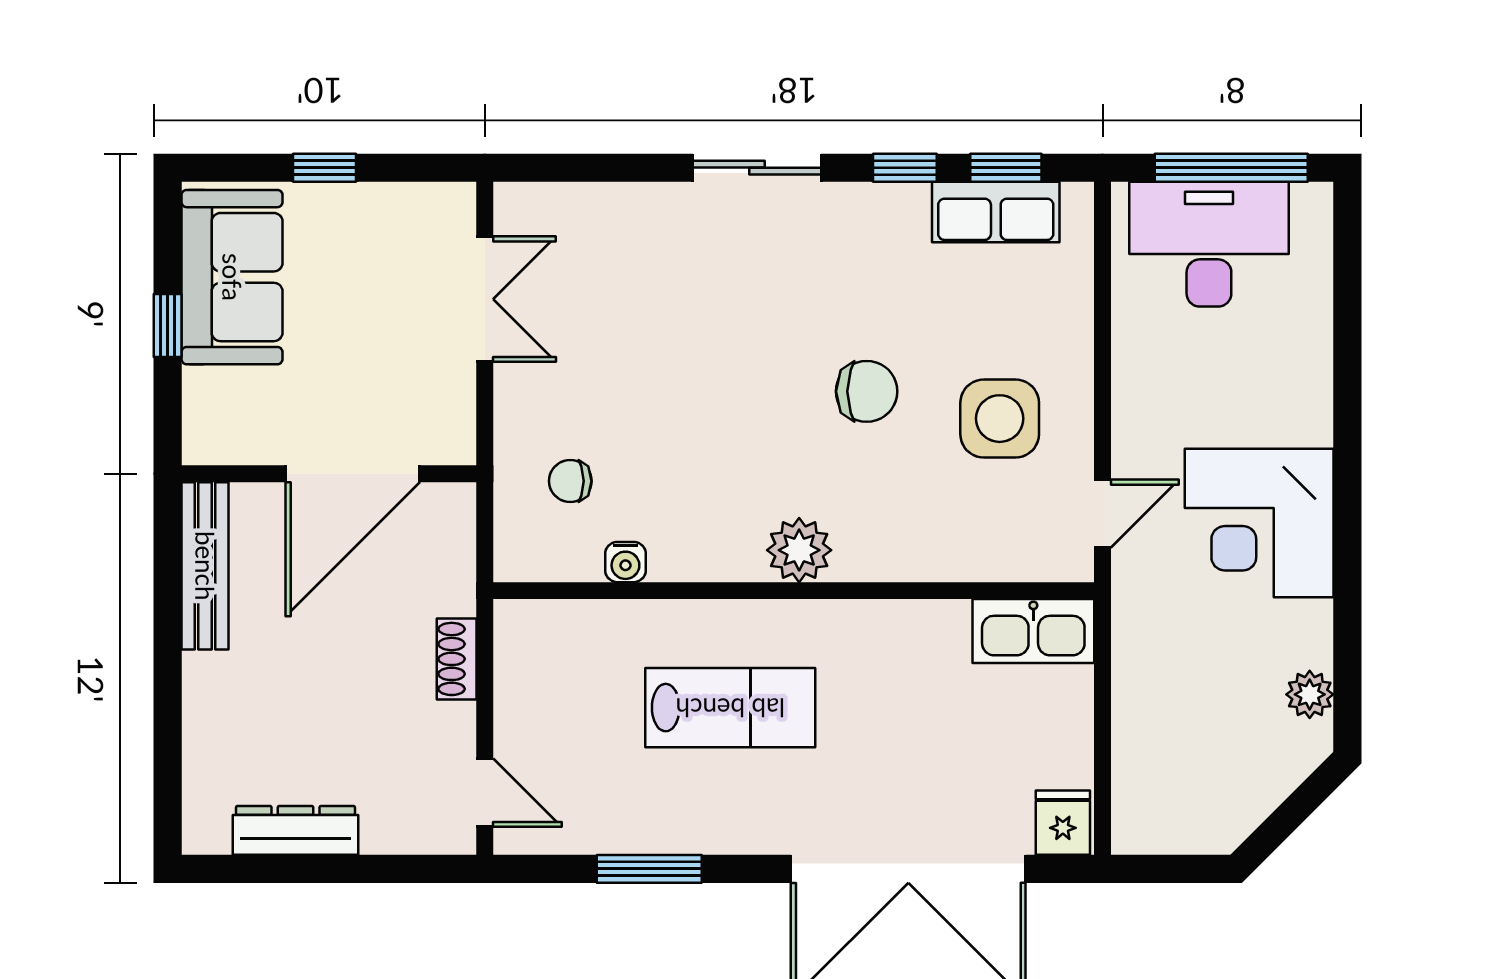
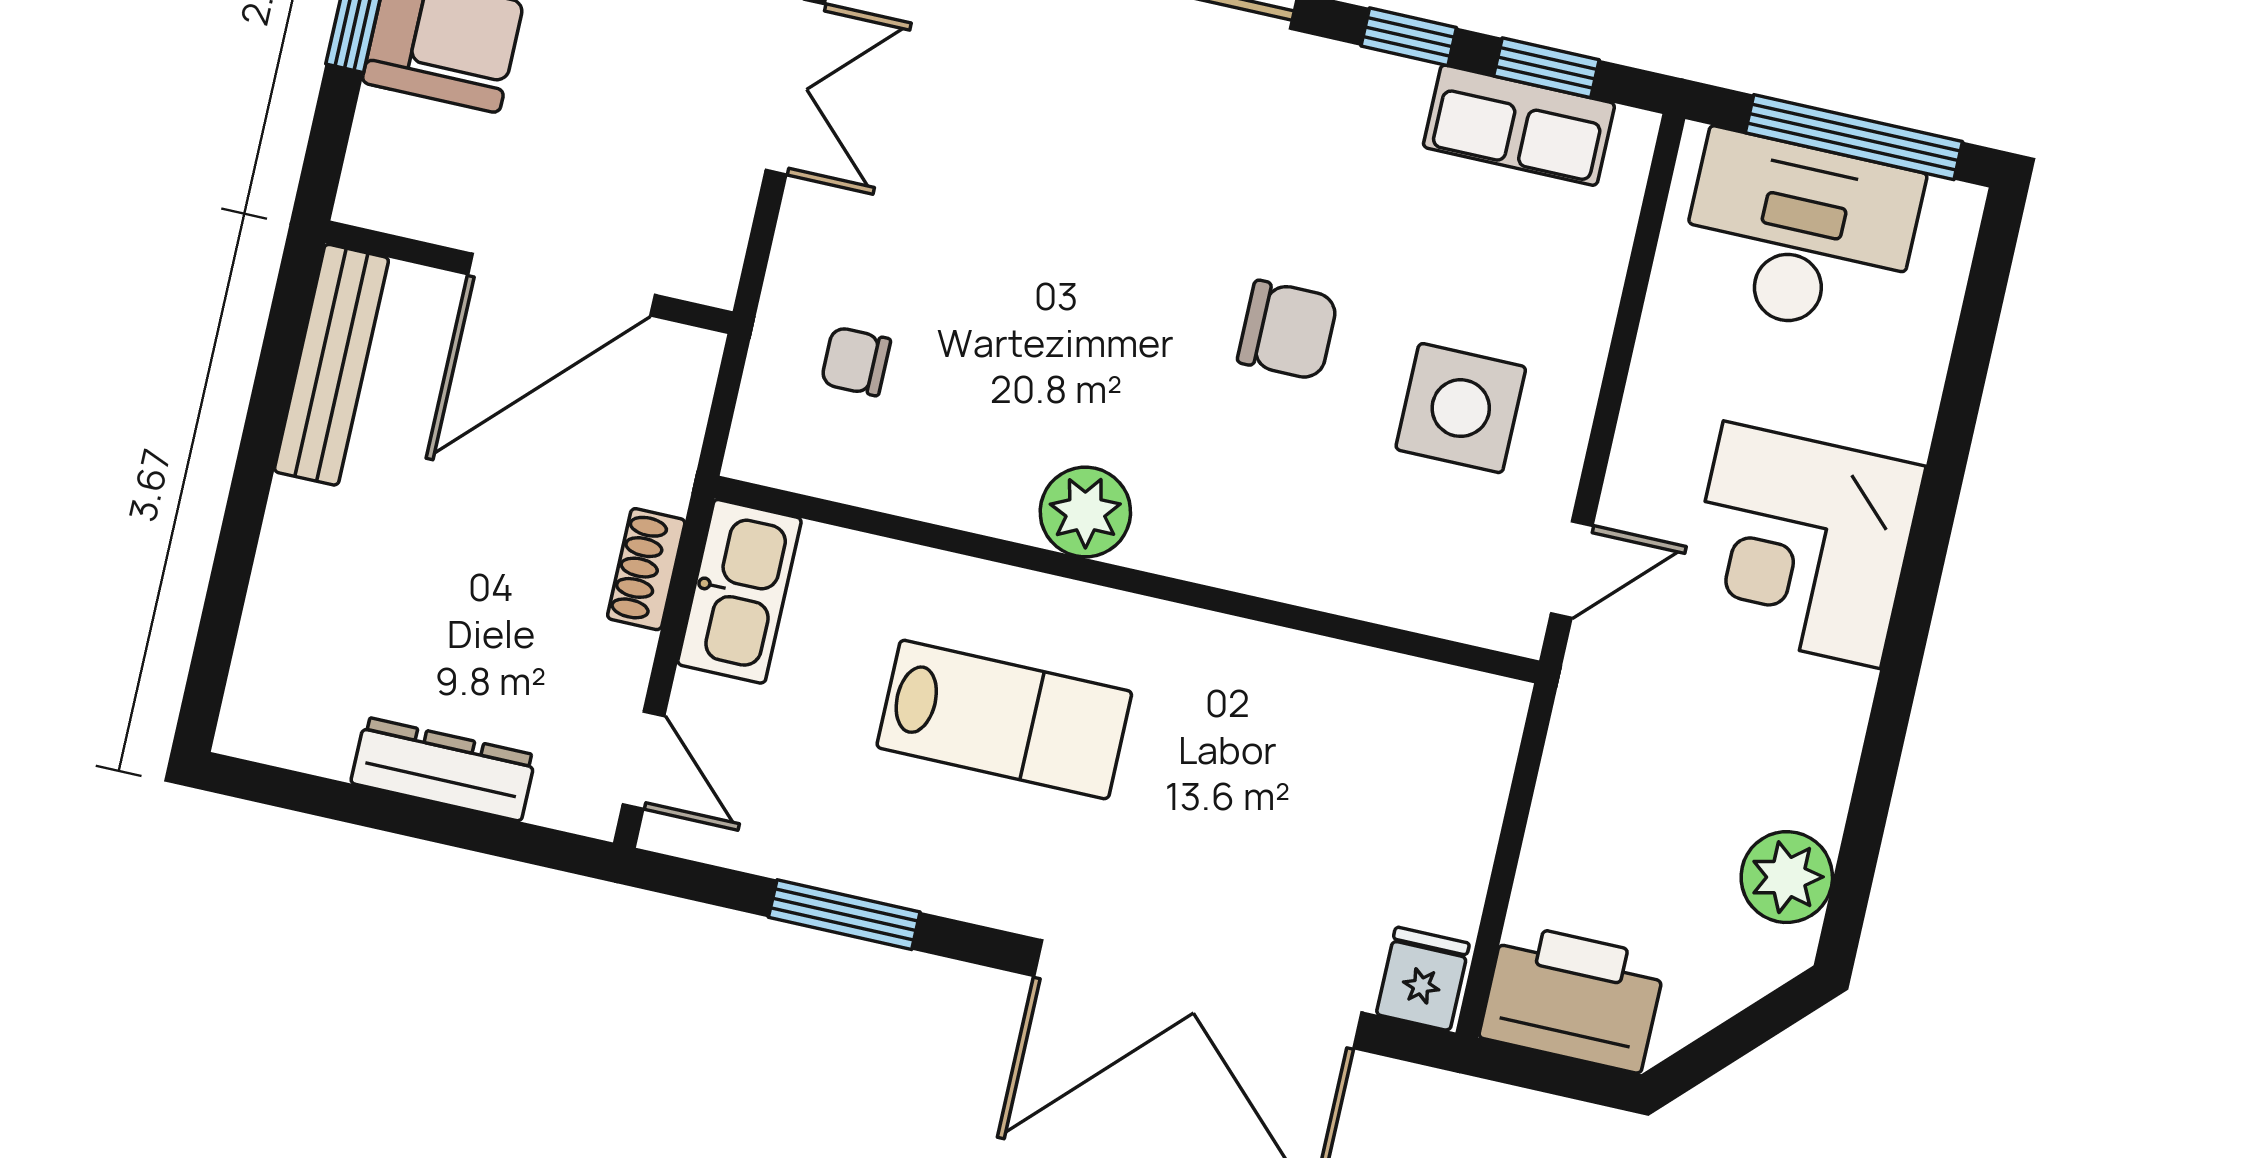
corner desk: (1259, 523) -> (1802, 545), moved
plant: (799, 550) -> (1085, 512), moved
water cooler: (625, 562) -> (906, 489), removed
kitchen sink: (1033, 631) -> (739, 591), moved, turned -90
plant: (1310, 694) -> (1787, 877), width x1.38, depth x1.38
printer: (1170, 812) -> (1573, 998), added
dresser: (295, 830) -> (443, 769), moved

